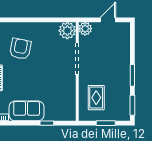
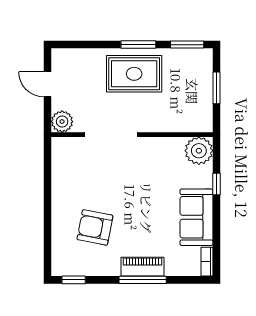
plant: (67, 31) -> (199, 151), moved
rug: (96, 98) -> (134, 74), moved, width x1.36, depth x1.43

